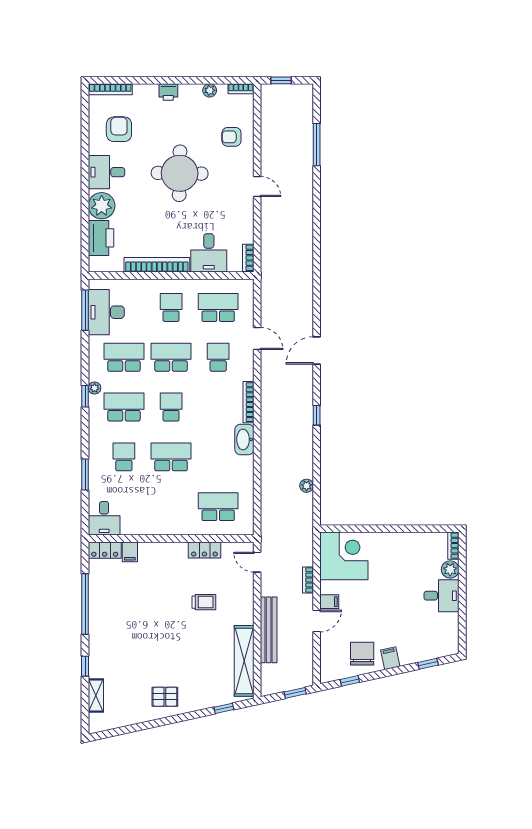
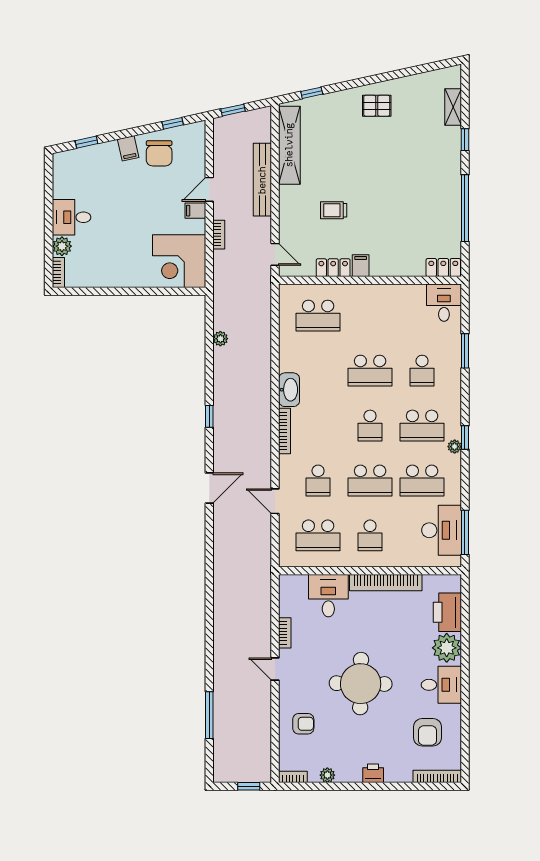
bookcase: (248, 258) -> (285, 633), moved
filing cabinet: (130, 552) -> (361, 266), moved

